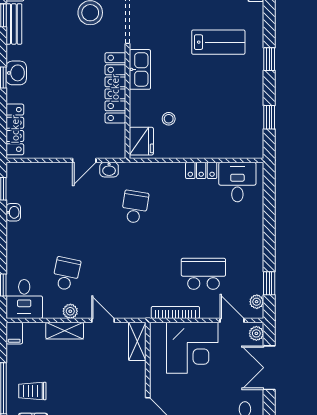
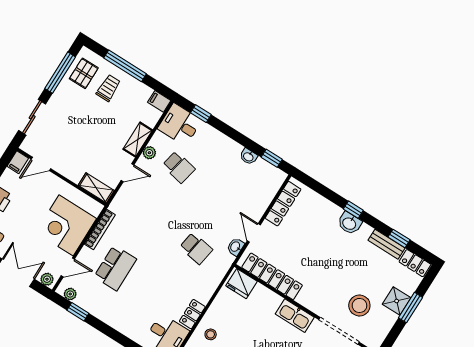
locker: (115, 88) -> (272, 276), moved
stool: (169, 119) -> (211, 334), moved
locker: (15, 129) -> (283, 204), moved, turned -90

